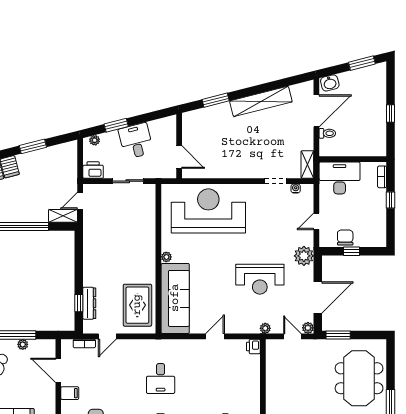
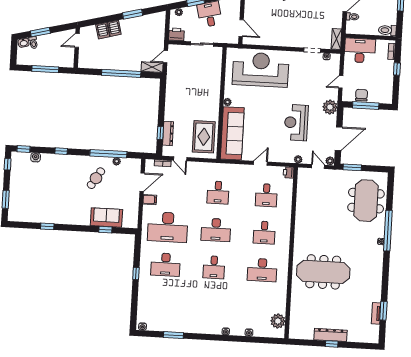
toilet: (375, 149) -> (387, 30), added
window: (352, 251) -> (366, 106), width x2.17
reception desk: (260, 279) -> (296, 123), turned 90
door: (107, 336) -> (180, 159), hinge flipped
door: (58, 370) -> (142, 182), swing flipped
desk: (225, 379) -> (266, 195), added

